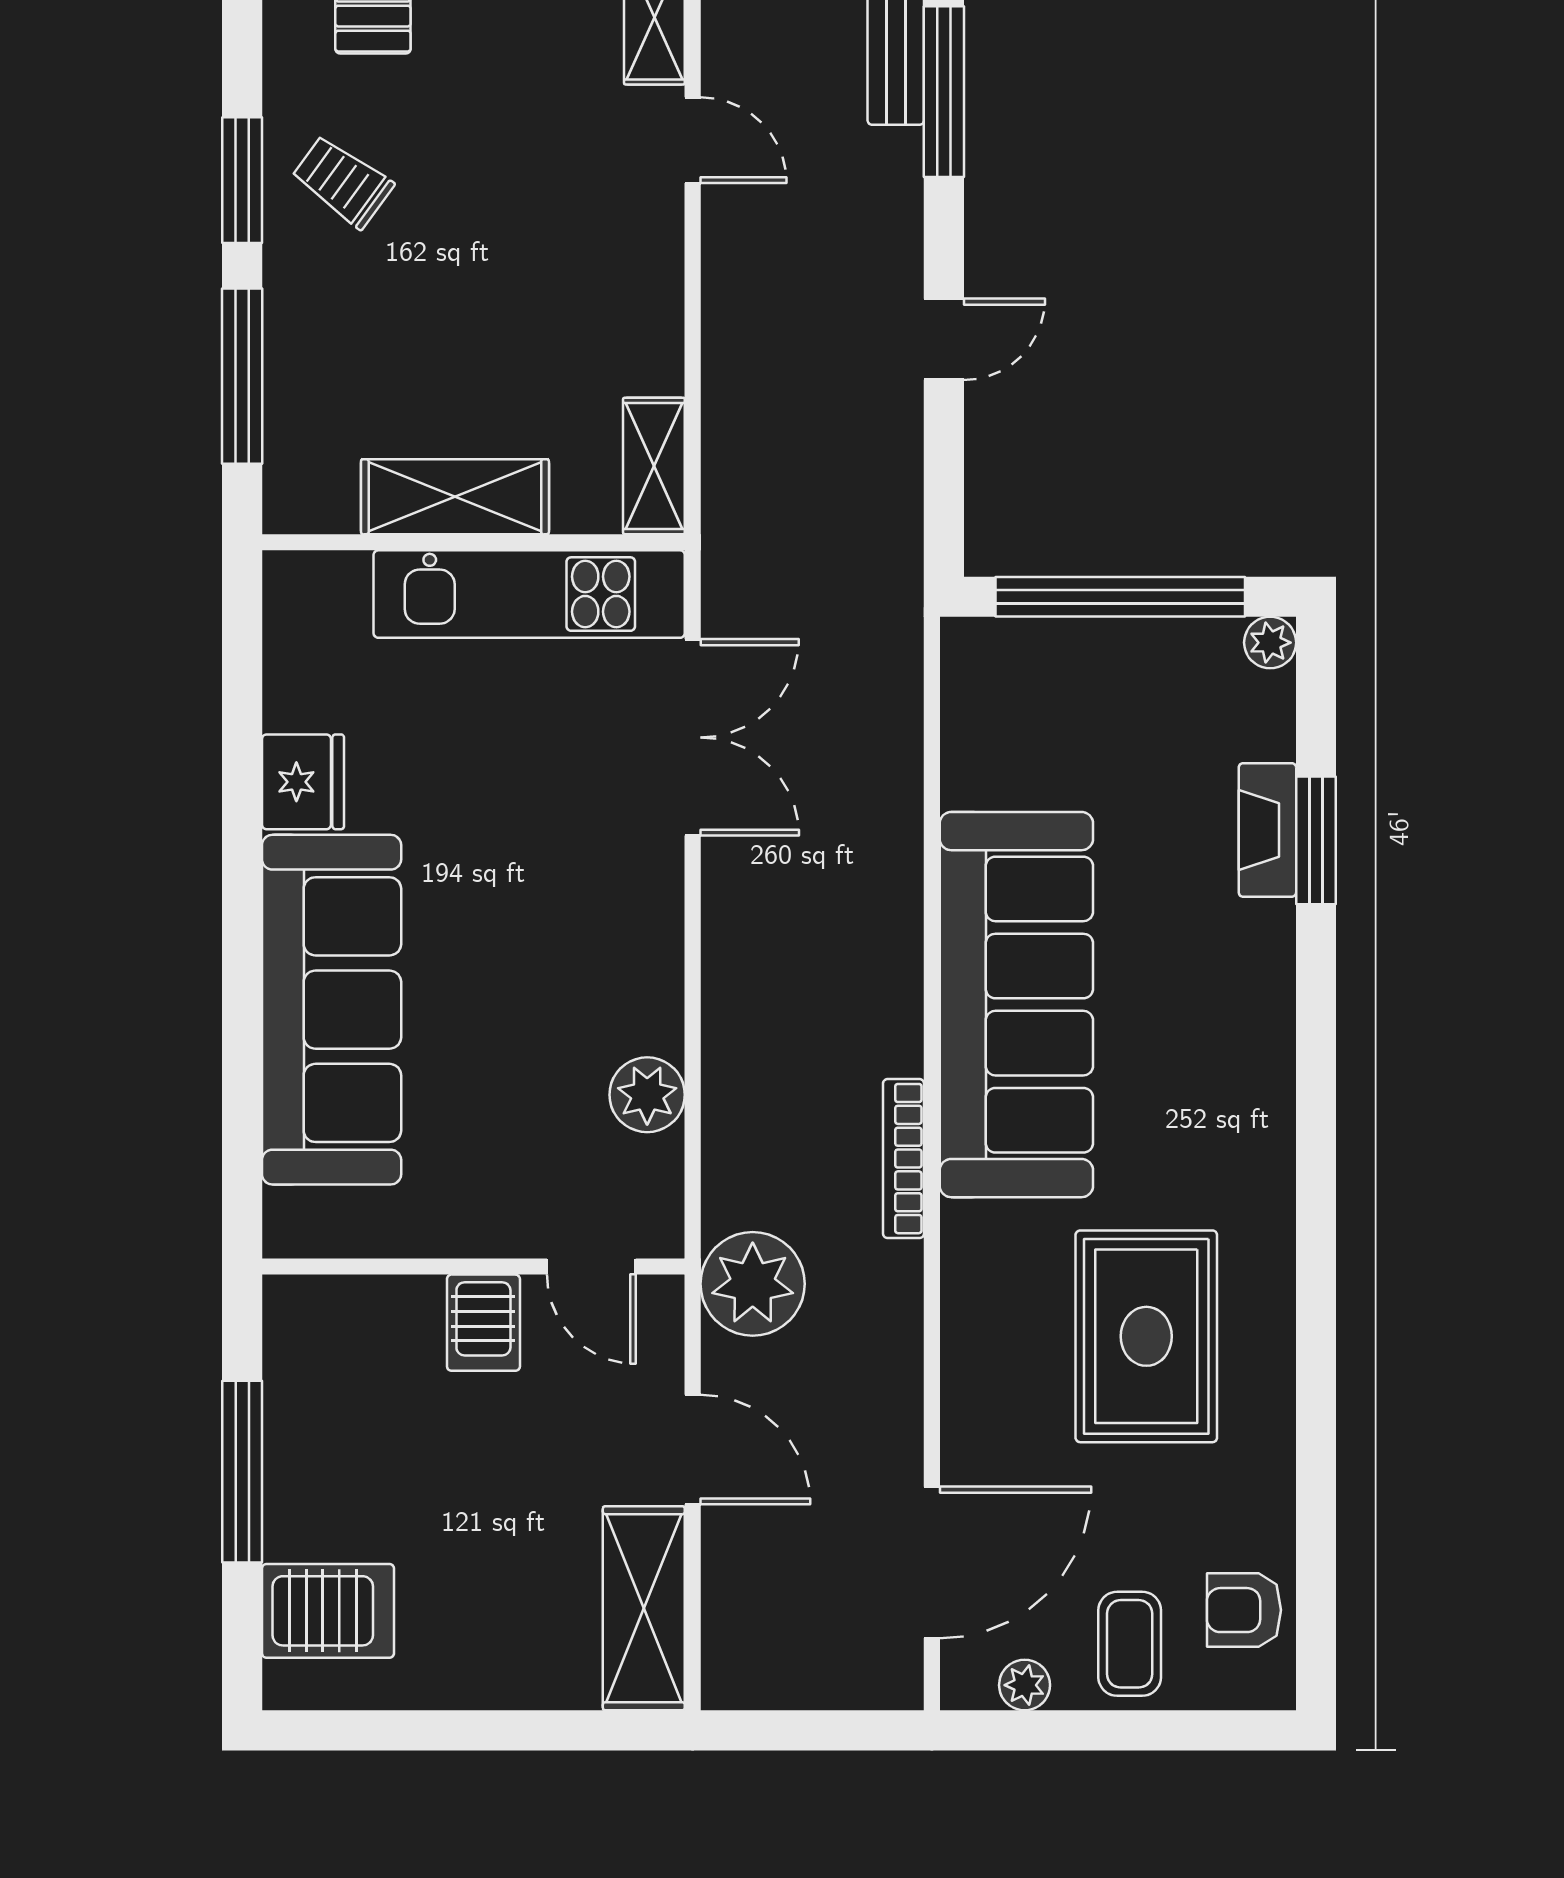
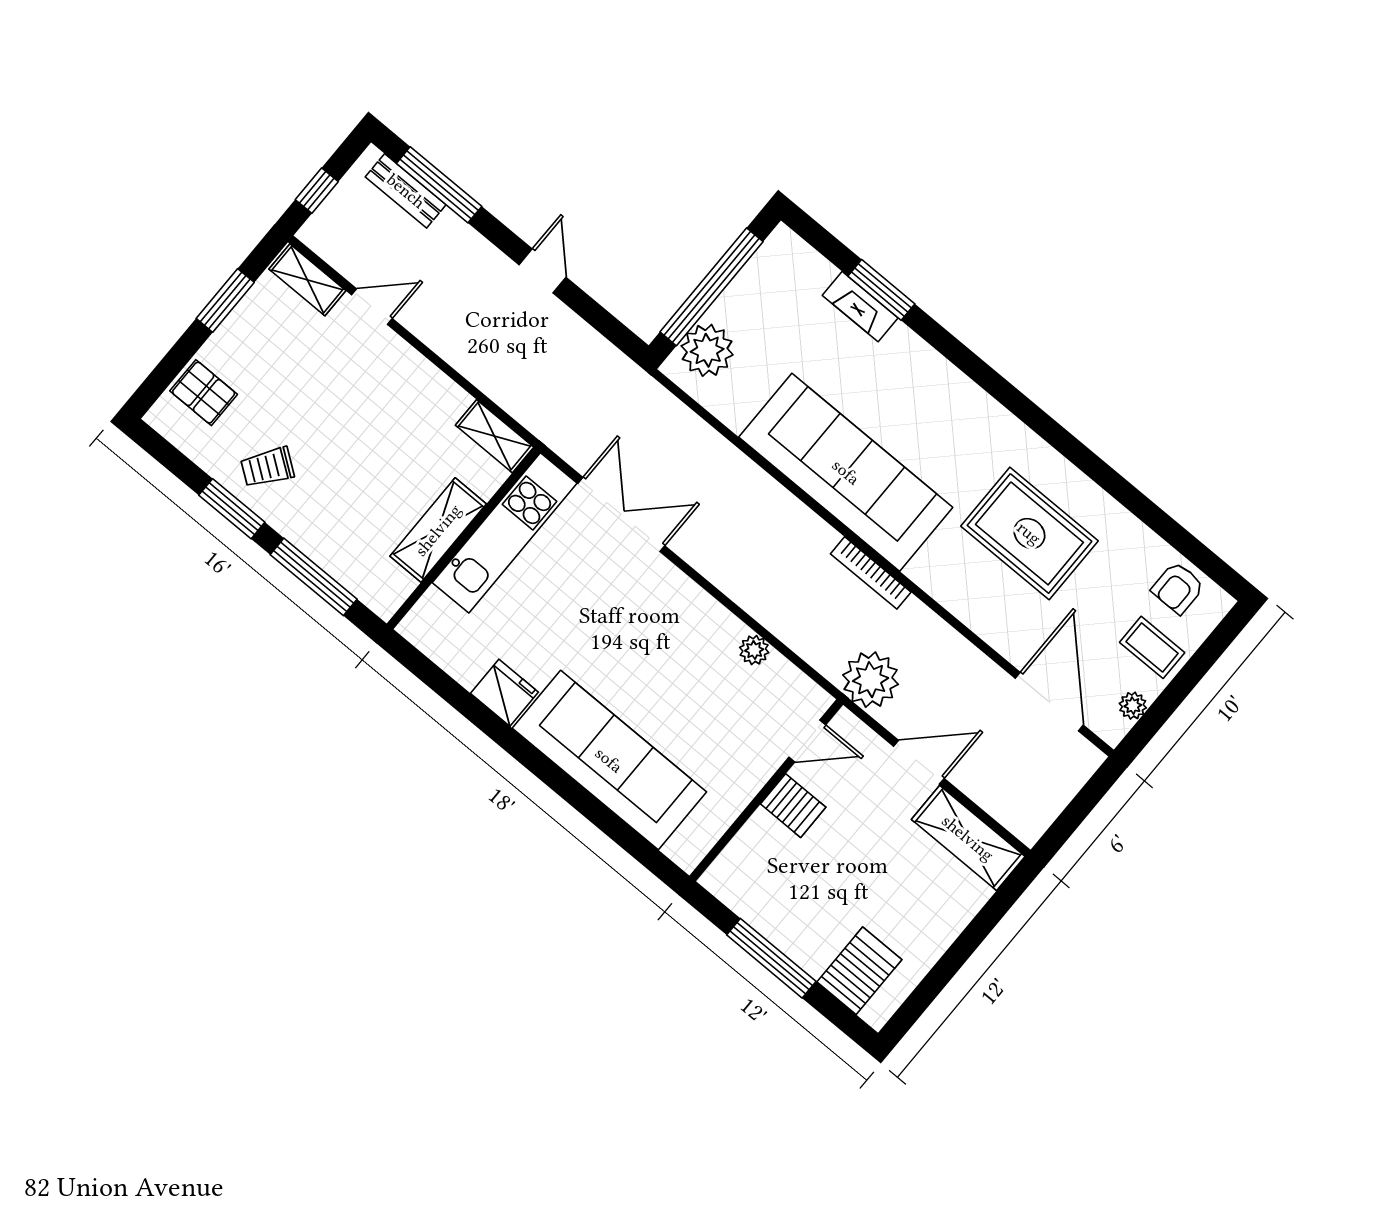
plant: (1270, 643) -> (707, 350), moved, width x1.87, depth x1.87
plant: (647, 1095) -> (754, 650), width x0.73, depth x0.73

